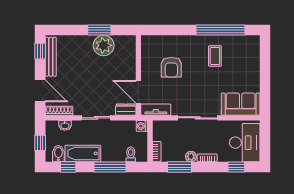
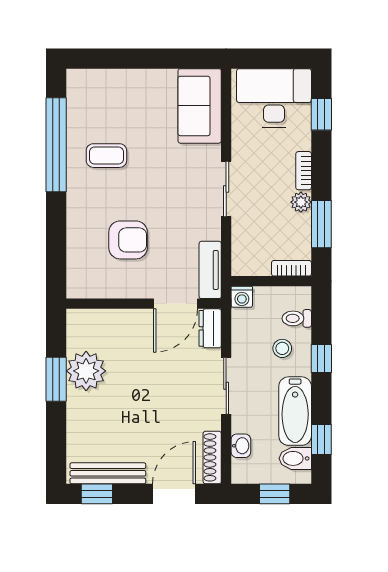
sliding door: (198, 118) -> (226, 189), width x0.73
stool: (115, 147) -> (282, 348), added
window: (110, 167) -> (321, 359), width x0.46

